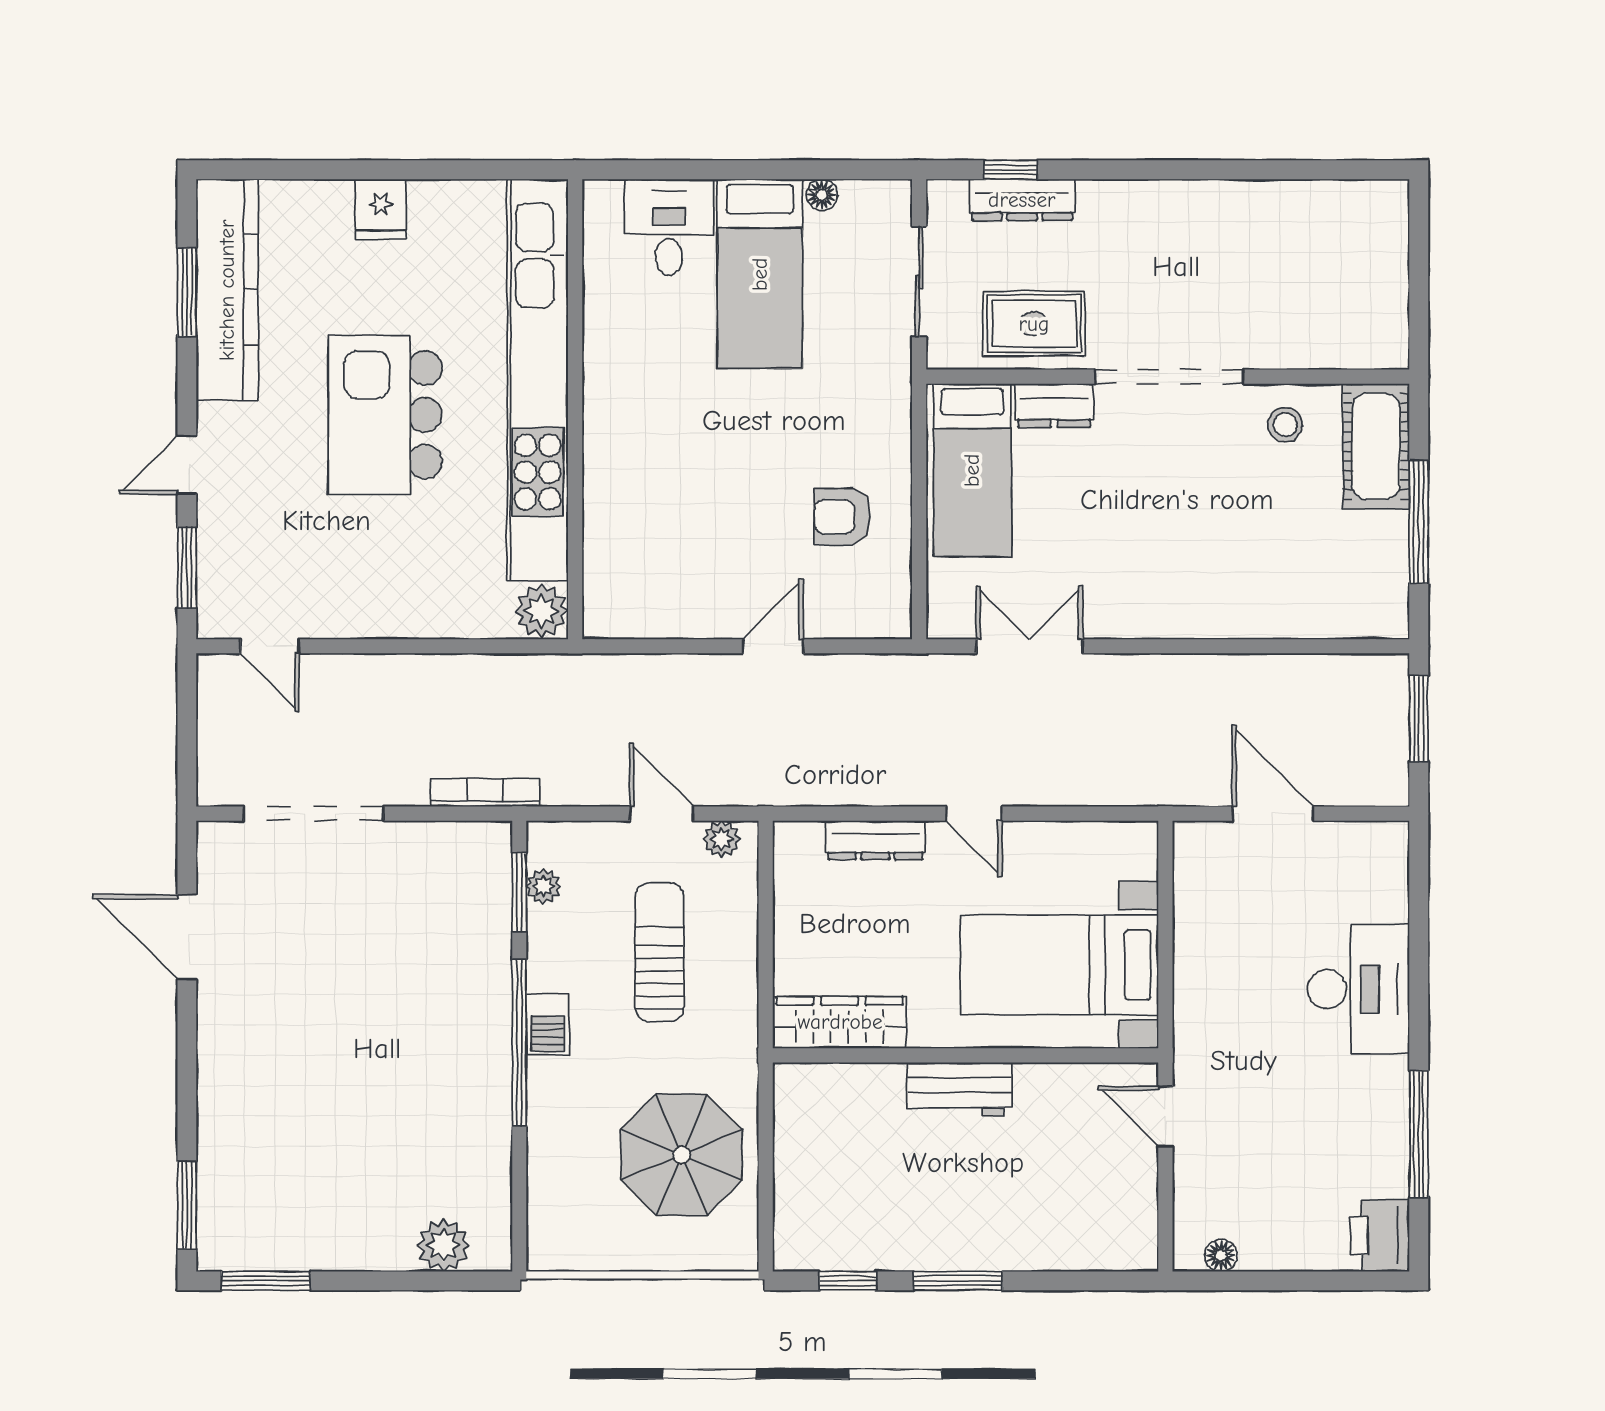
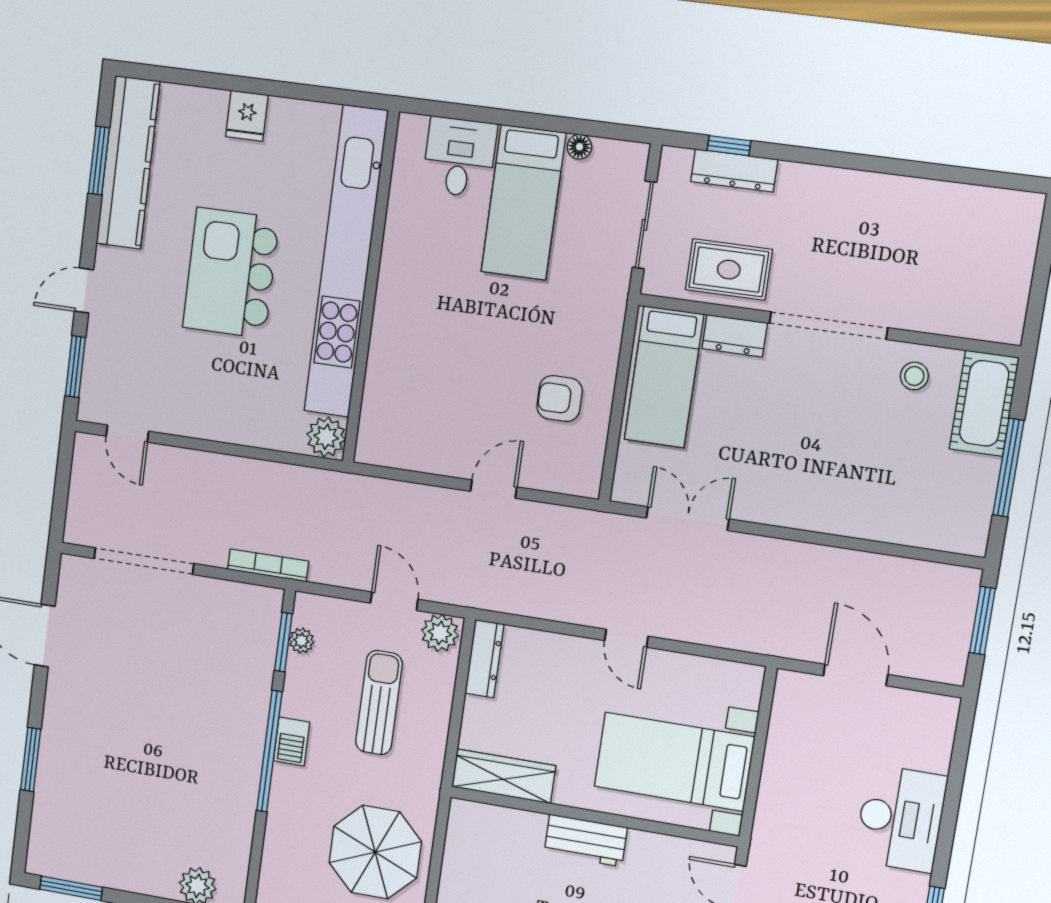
plant: (721, 839) -> (440, 633), width x1.38, depth x1.38
dresser: (875, 840) -> (484, 659), moved, turned -90
window: (187, 1205) -> (31, 759), moved

